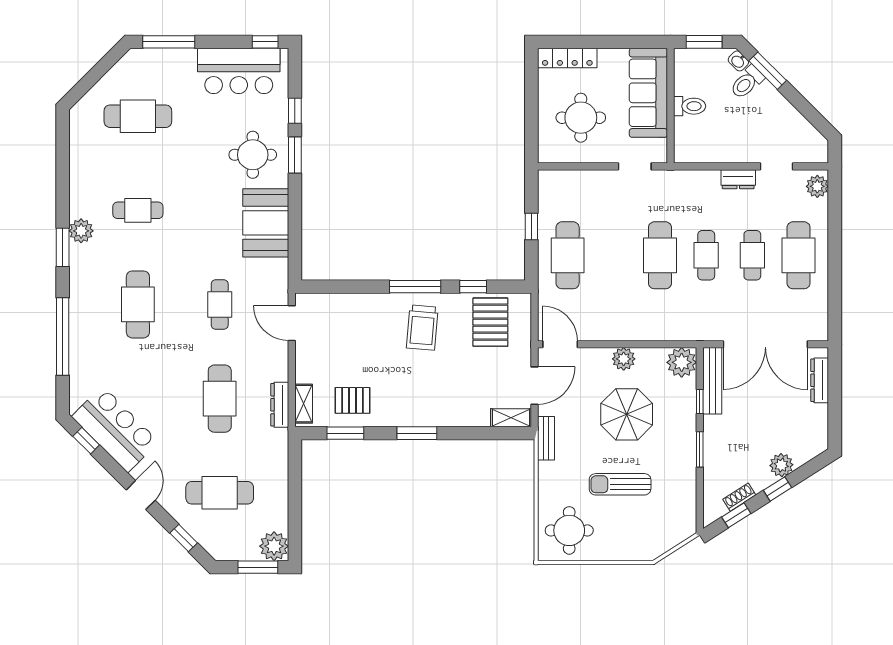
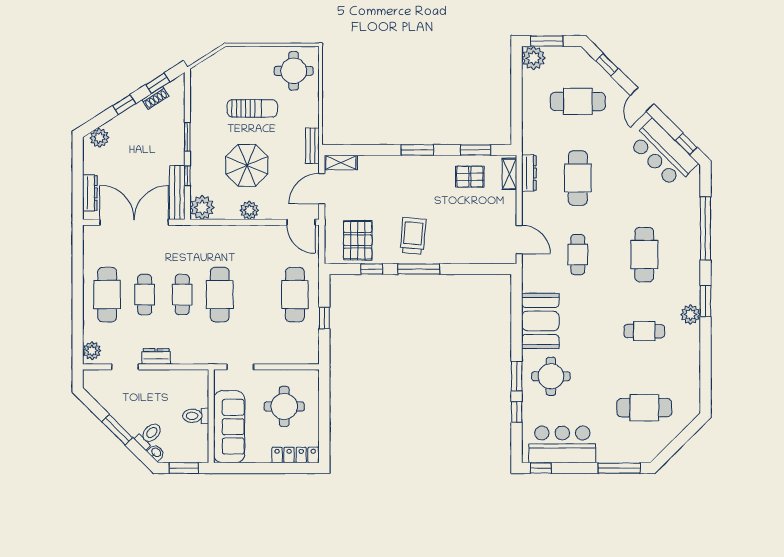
window: (768, 71) -> (117, 430), moved
plant: (781, 465) -> (99, 138), moved

